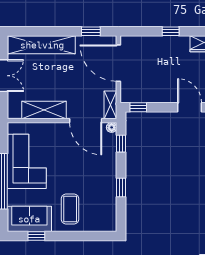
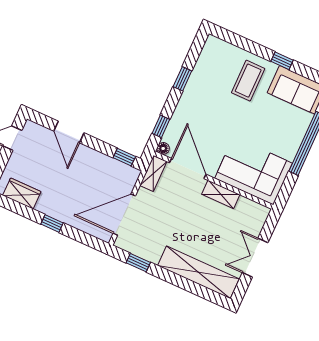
door: (118, 63) -> (124, 215), swing flipped
shelving: (44, 110) -> (221, 194), width x0.67, depth x0.75
corner sofa: (27, 161) -> (253, 171), moved, turned 90
window: (36, 236) -> (282, 61), moved

